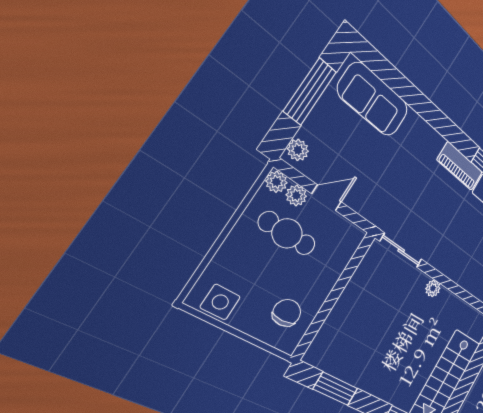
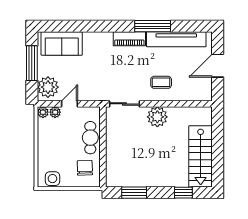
plant: (298, 150) -> (48, 87), width x1.88, depth x1.88
cafe table: (287, 233) -> (90, 138), moved, turned 90
coffee table: (460, 251) -> (161, 82), added
plant: (433, 288) -> (157, 117), width x1.88, depth x1.88

